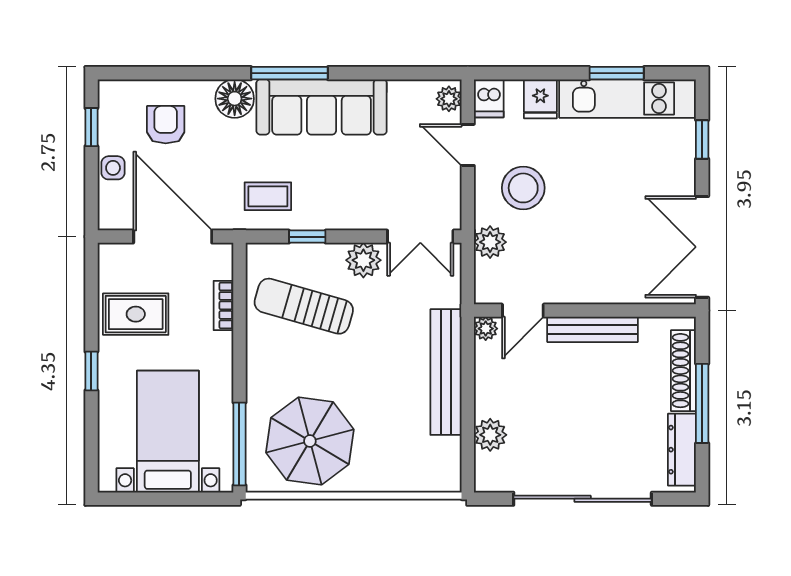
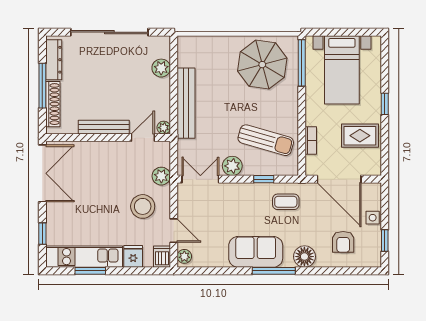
sofa: (322, 107) -> (256, 252), width x0.73

